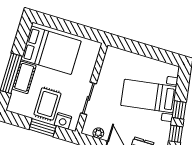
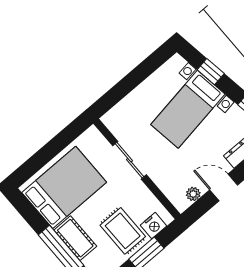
sliding door: (88, 98) -> (129, 160), moved
window: (179, 110) -> (211, 72), moved

